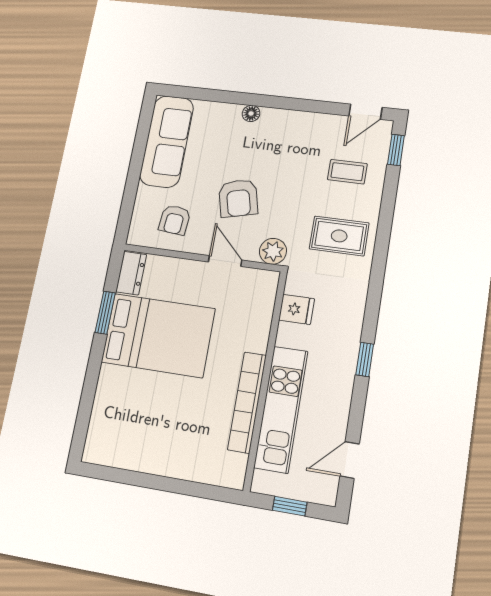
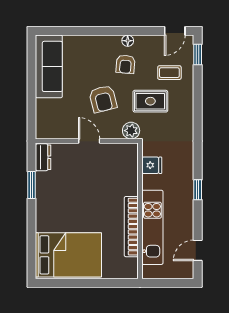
floor lamp: (251, 113) -> (128, 41), moved
armchair: (175, 220) -> (126, 64), moved
rug: (339, 236) -> (150, 101), moved
door: (225, 261) -> (89, 141), moved
bed: (158, 335) -> (68, 255), moved
window: (290, 506) -> (167, 283), removed

